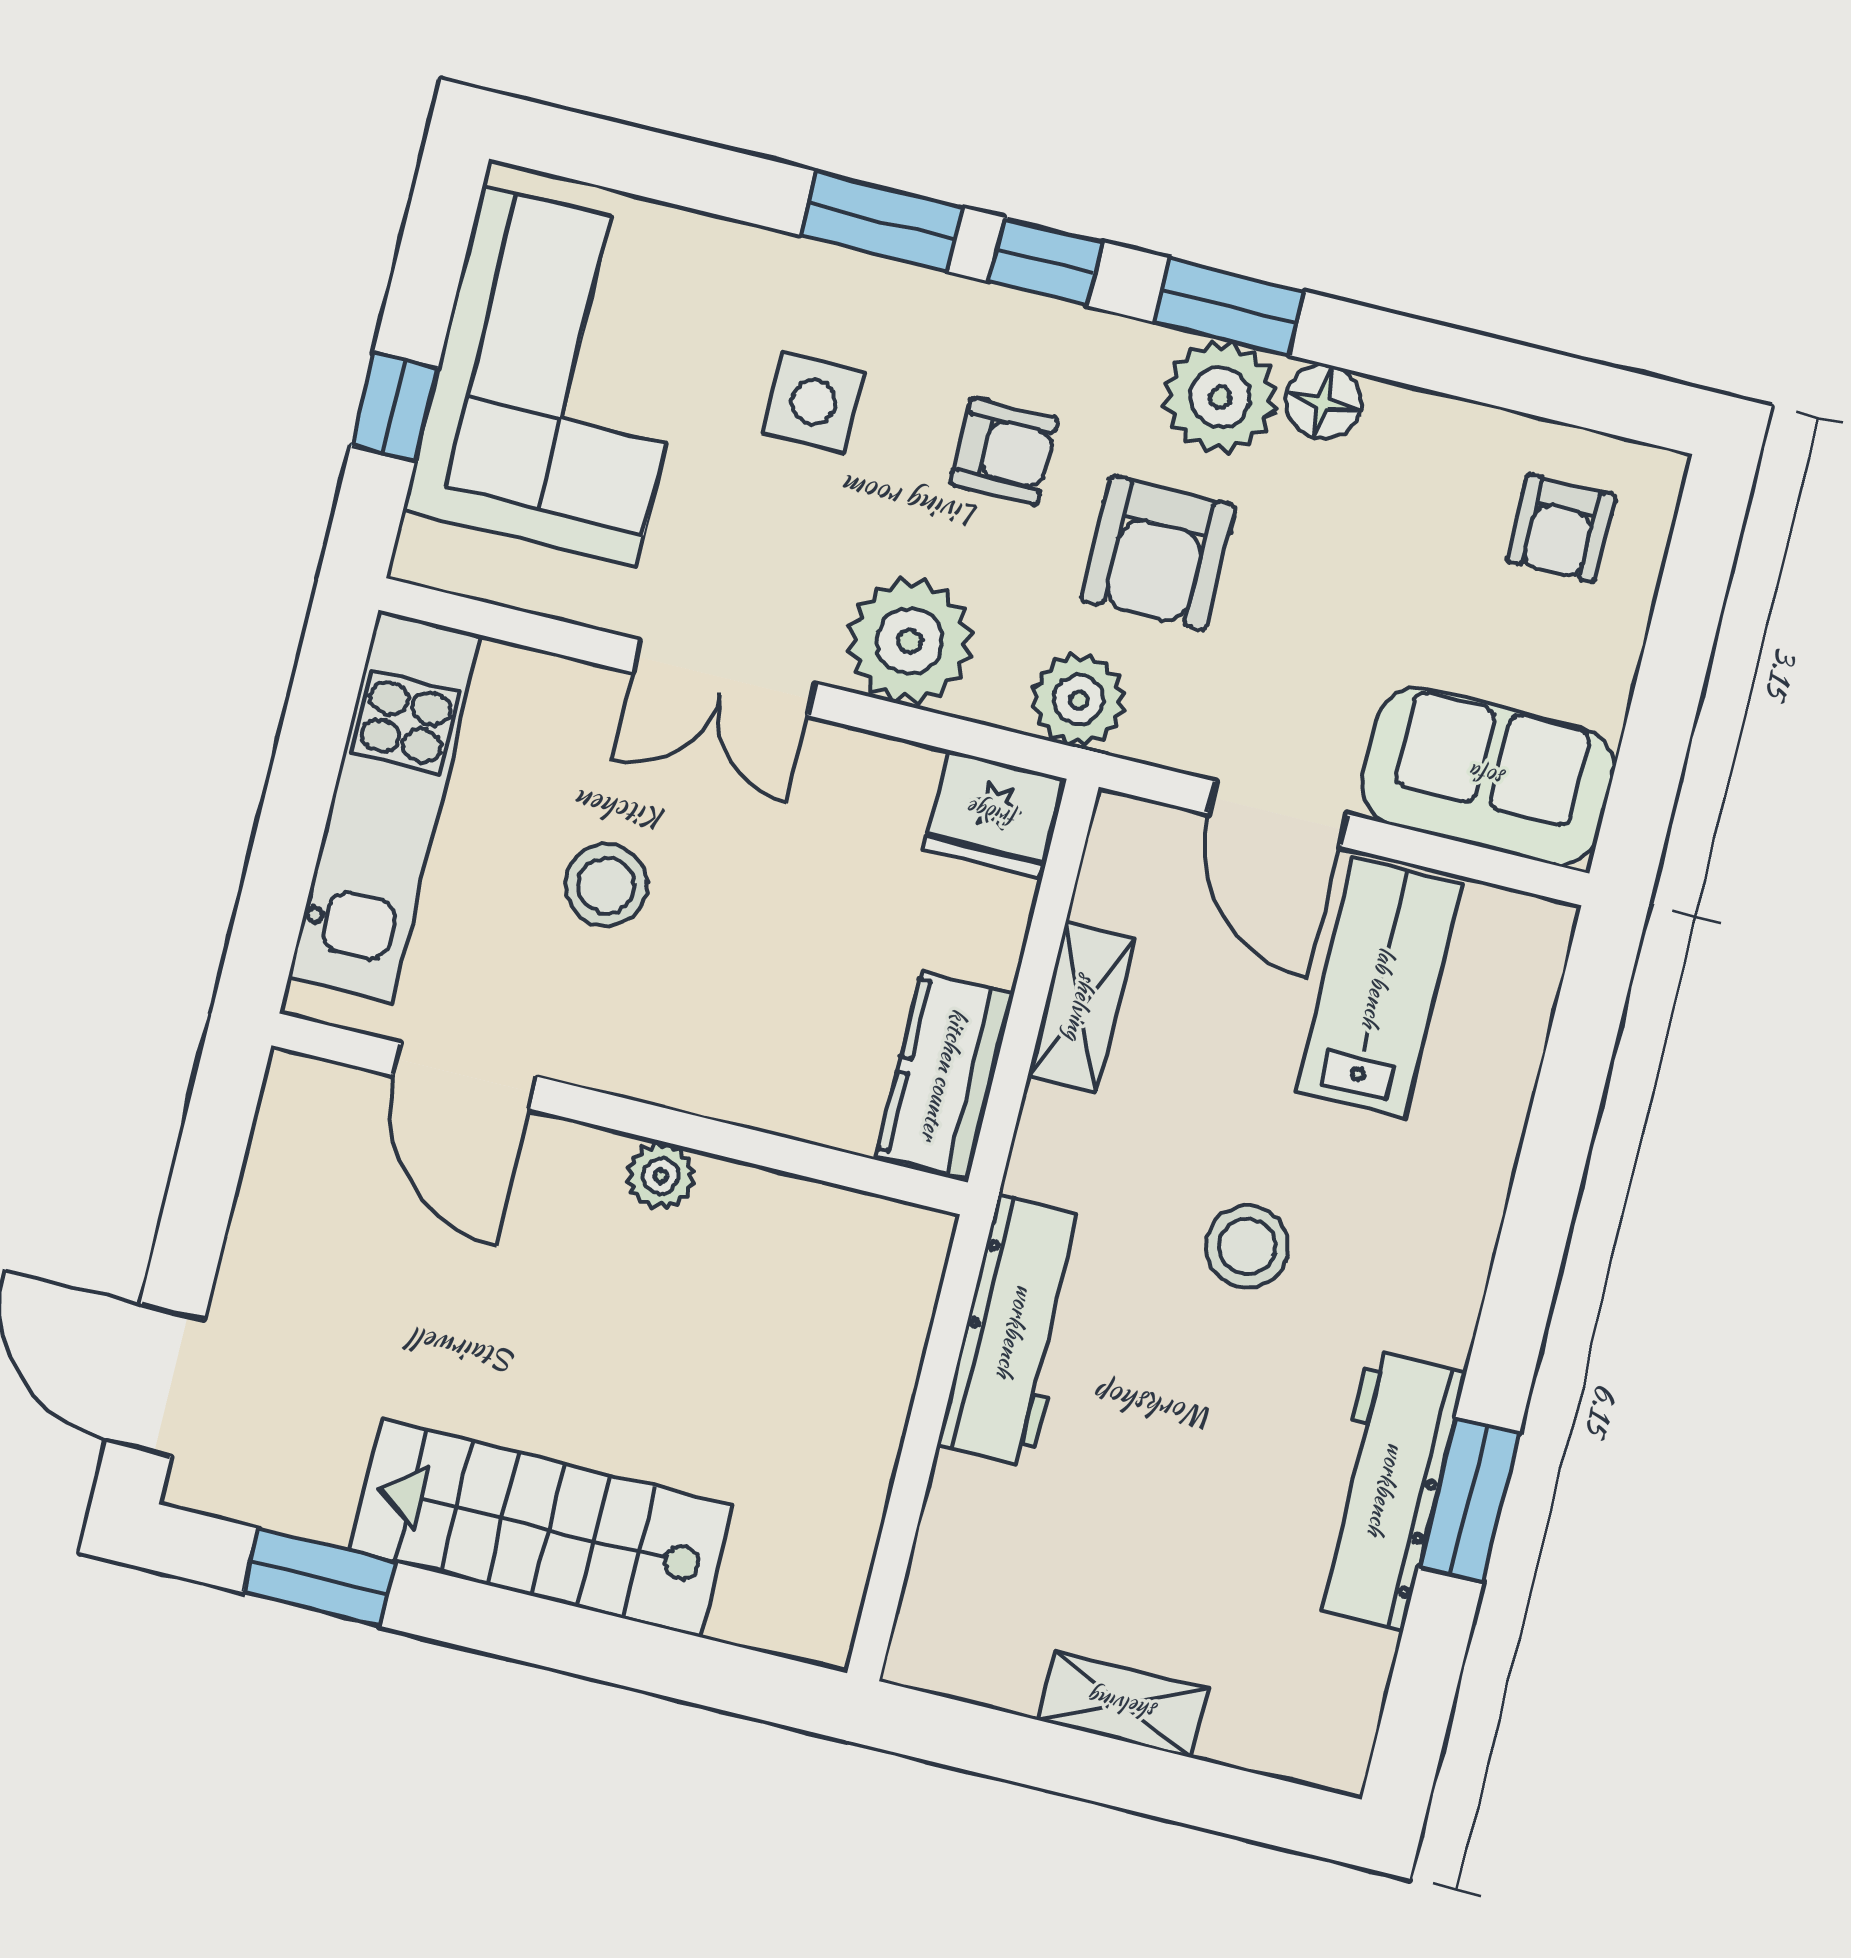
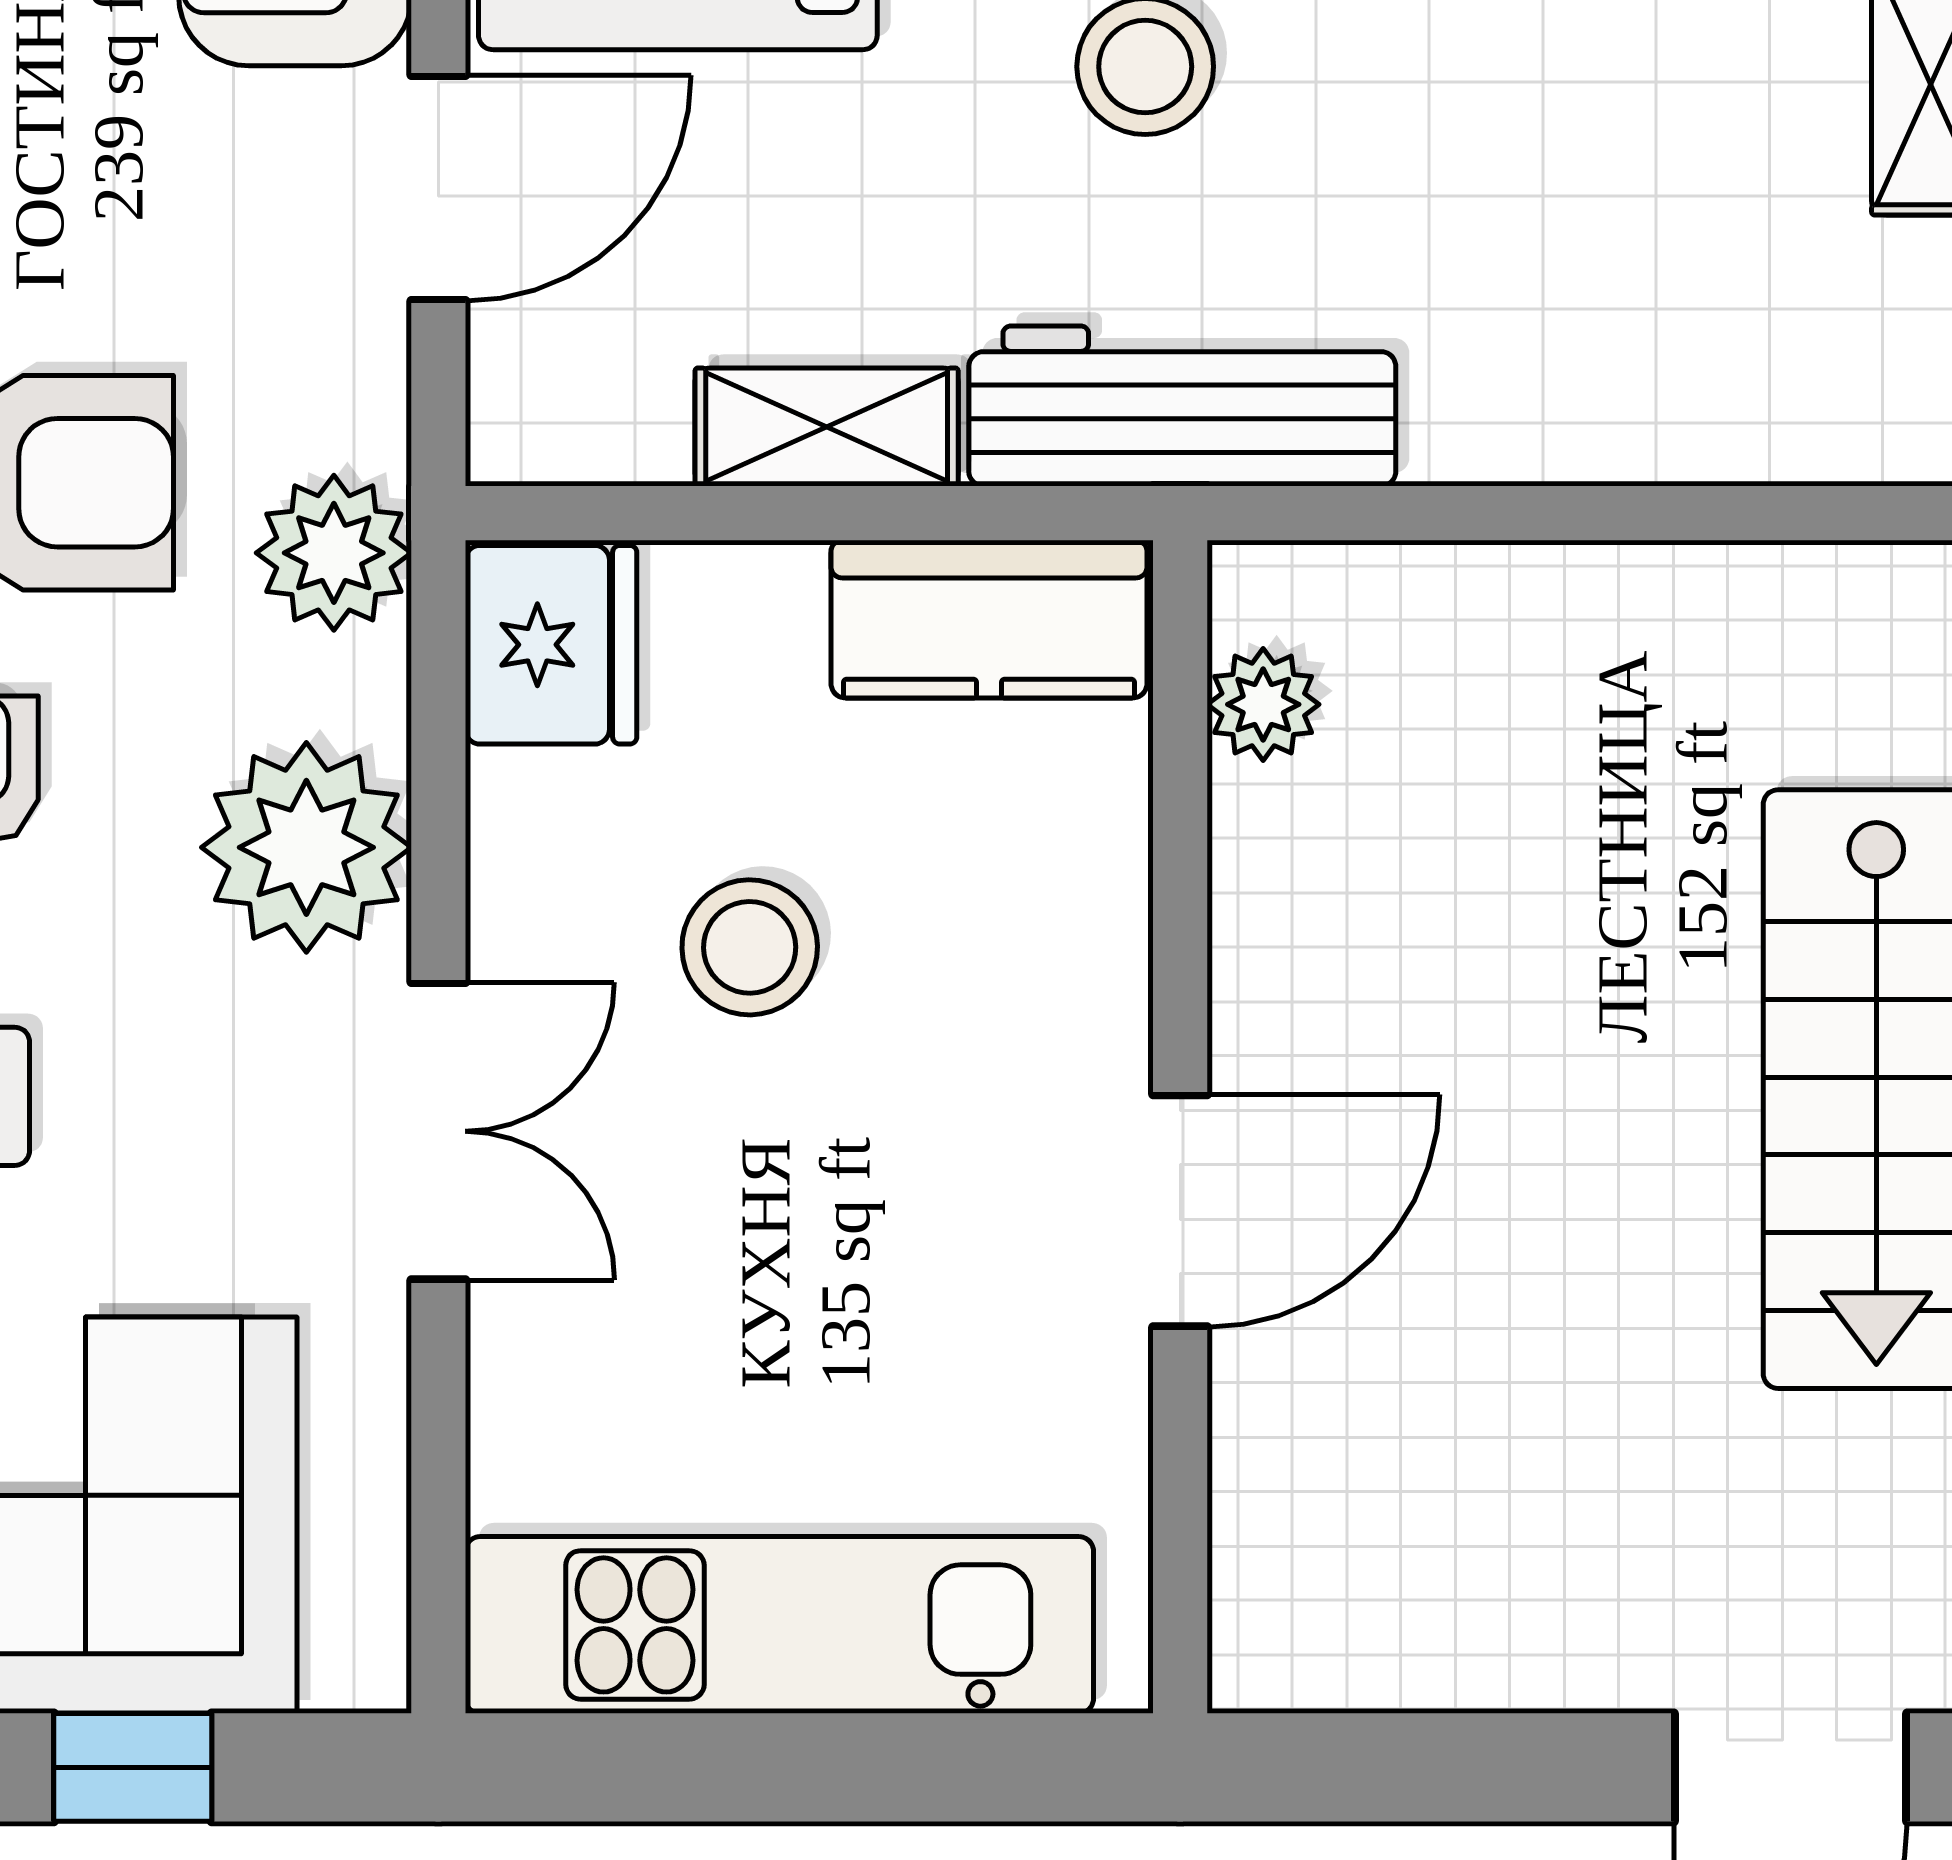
stool: (606, 885) -> (750, 947), moved
door: (465, 1076) -> (1180, 1211), moved
plant: (661, 1176) -> (1263, 704), moved
workbench: (1015, 1331) -> (1182, 406), moved

